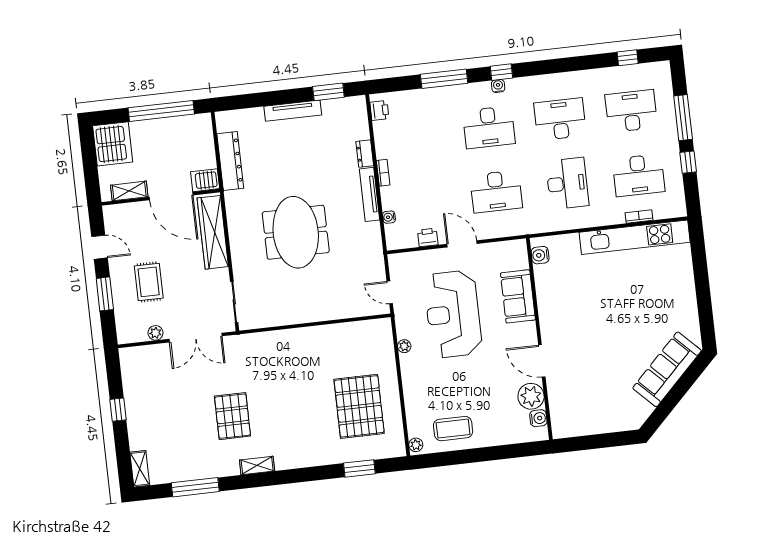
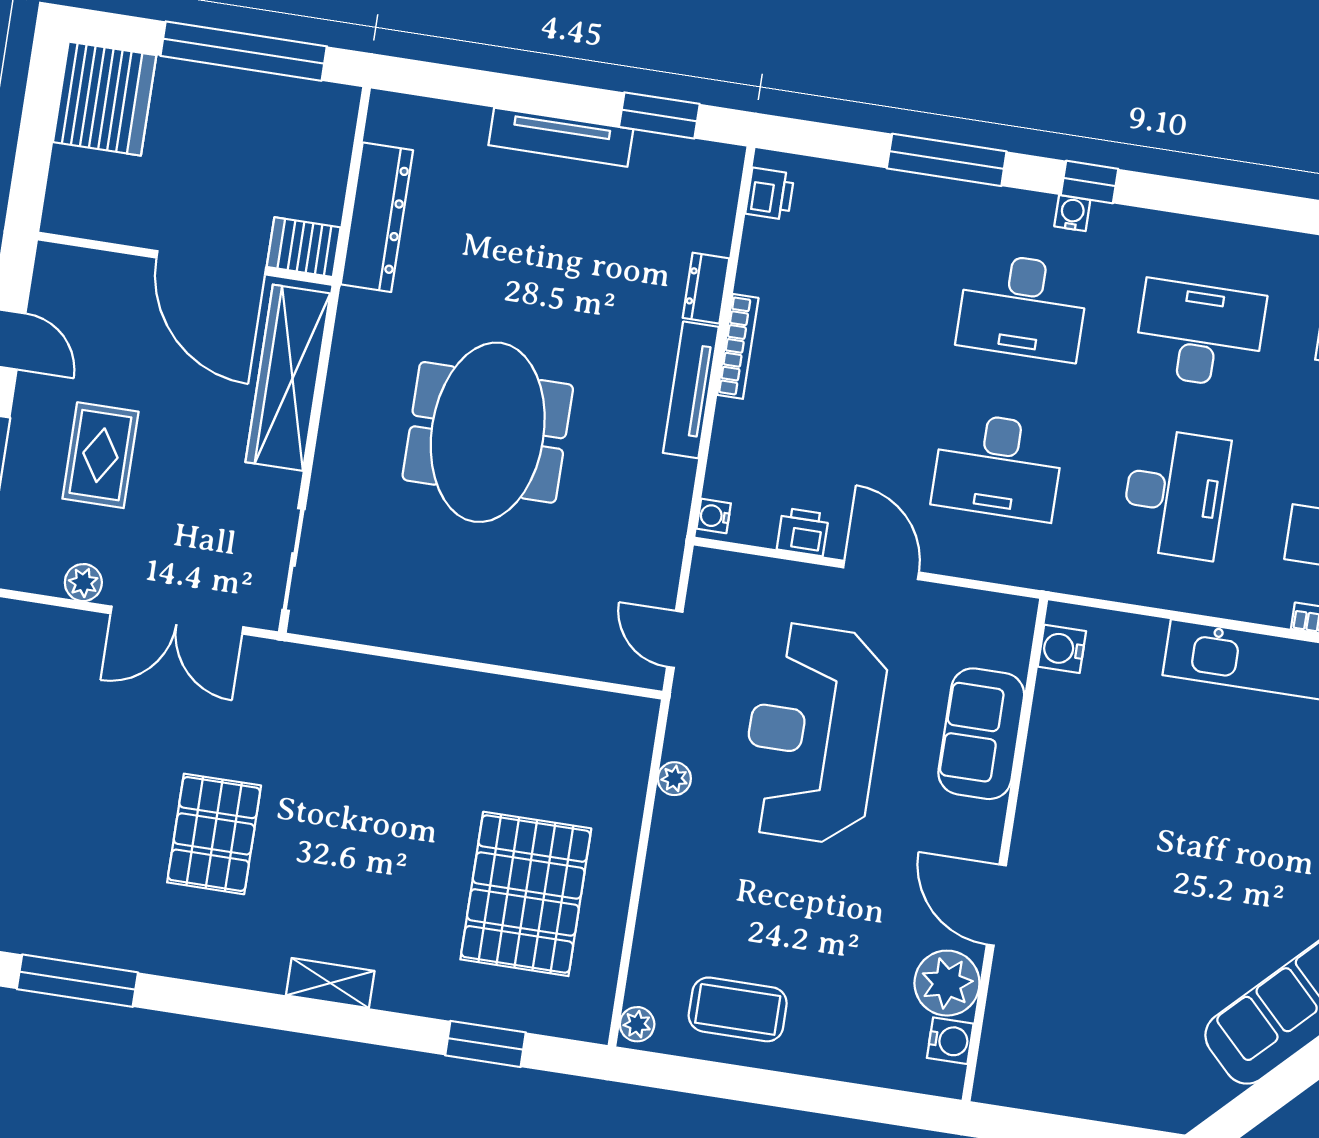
bookcase: (383, 173) -> (738, 346), width x1.56
shelving: (129, 191) -> (114, 223), removed
water cooler: (389, 217) -> (714, 516), moved
shelving: (257, 465) -> (330, 983), moved

